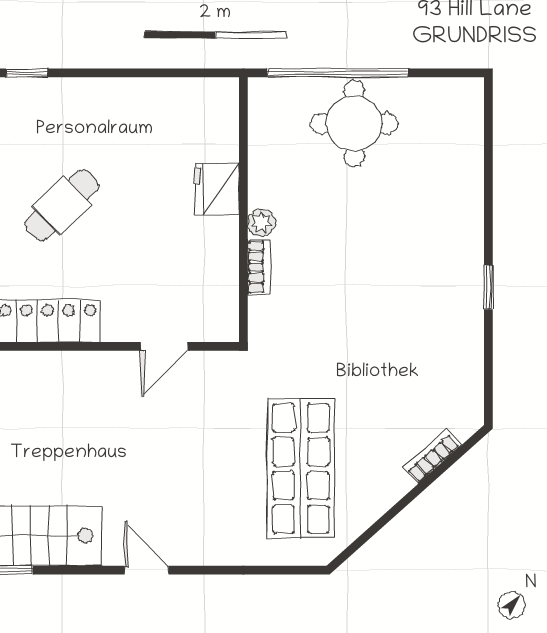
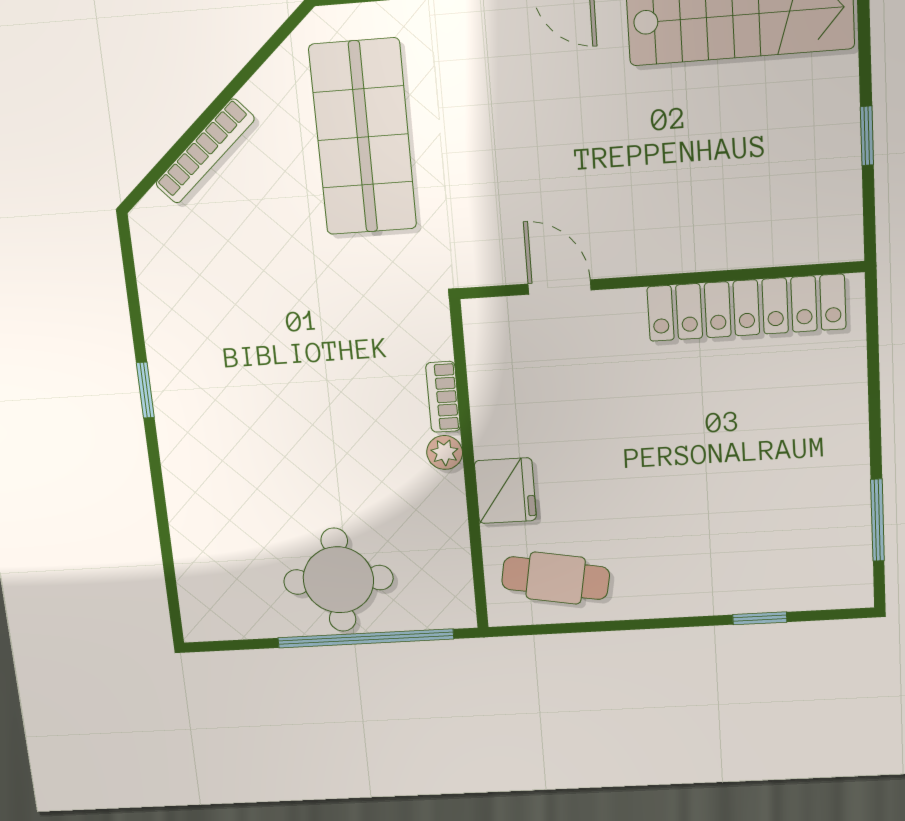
cafe table: (62, 205) -> (556, 578), moved, turned 54
door: (164, 346) -> (560, 287), hinge flipped
bookcase: (432, 456) -> (205, 151), width x1.56

